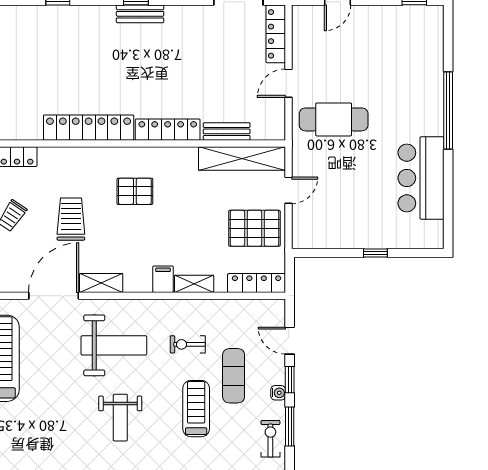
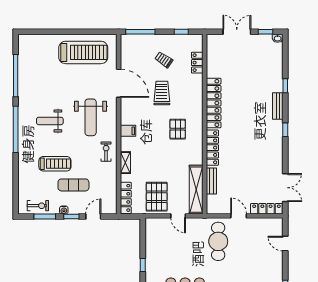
bench: (140, 14) -> (278, 106), moved
trolley: (71, 219) -> (162, 93), turned -90
filing cabinet: (163, 279) -> (128, 131), moved
shelving: (101, 283) -> (126, 110), removed
exercise bike: (188, 344) -> (106, 152), moved

